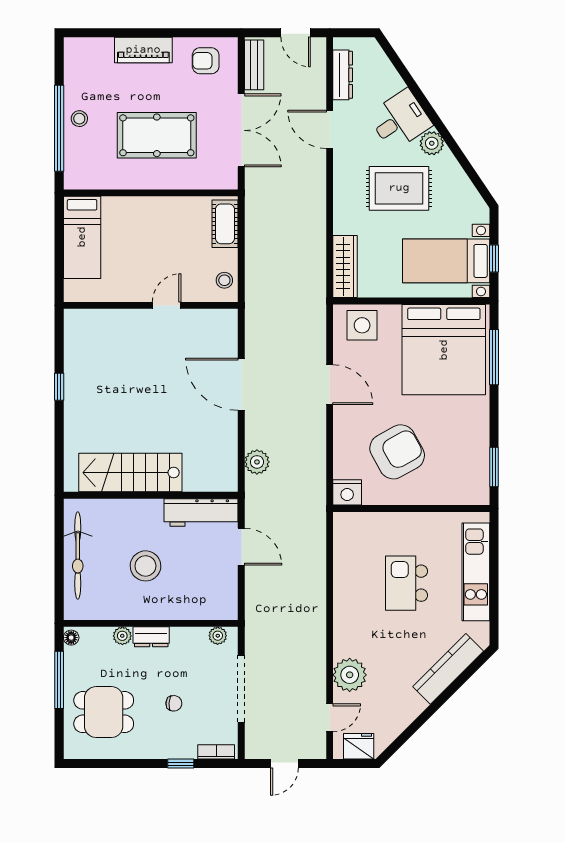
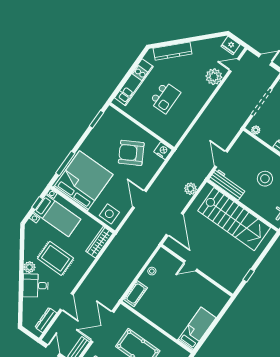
wall: (151, 305) -> (197, 270), moved
door: (167, 305) -> (190, 266), moved
stairs: (130, 473) -> (234, 219), width x1.36, depth x1.51

